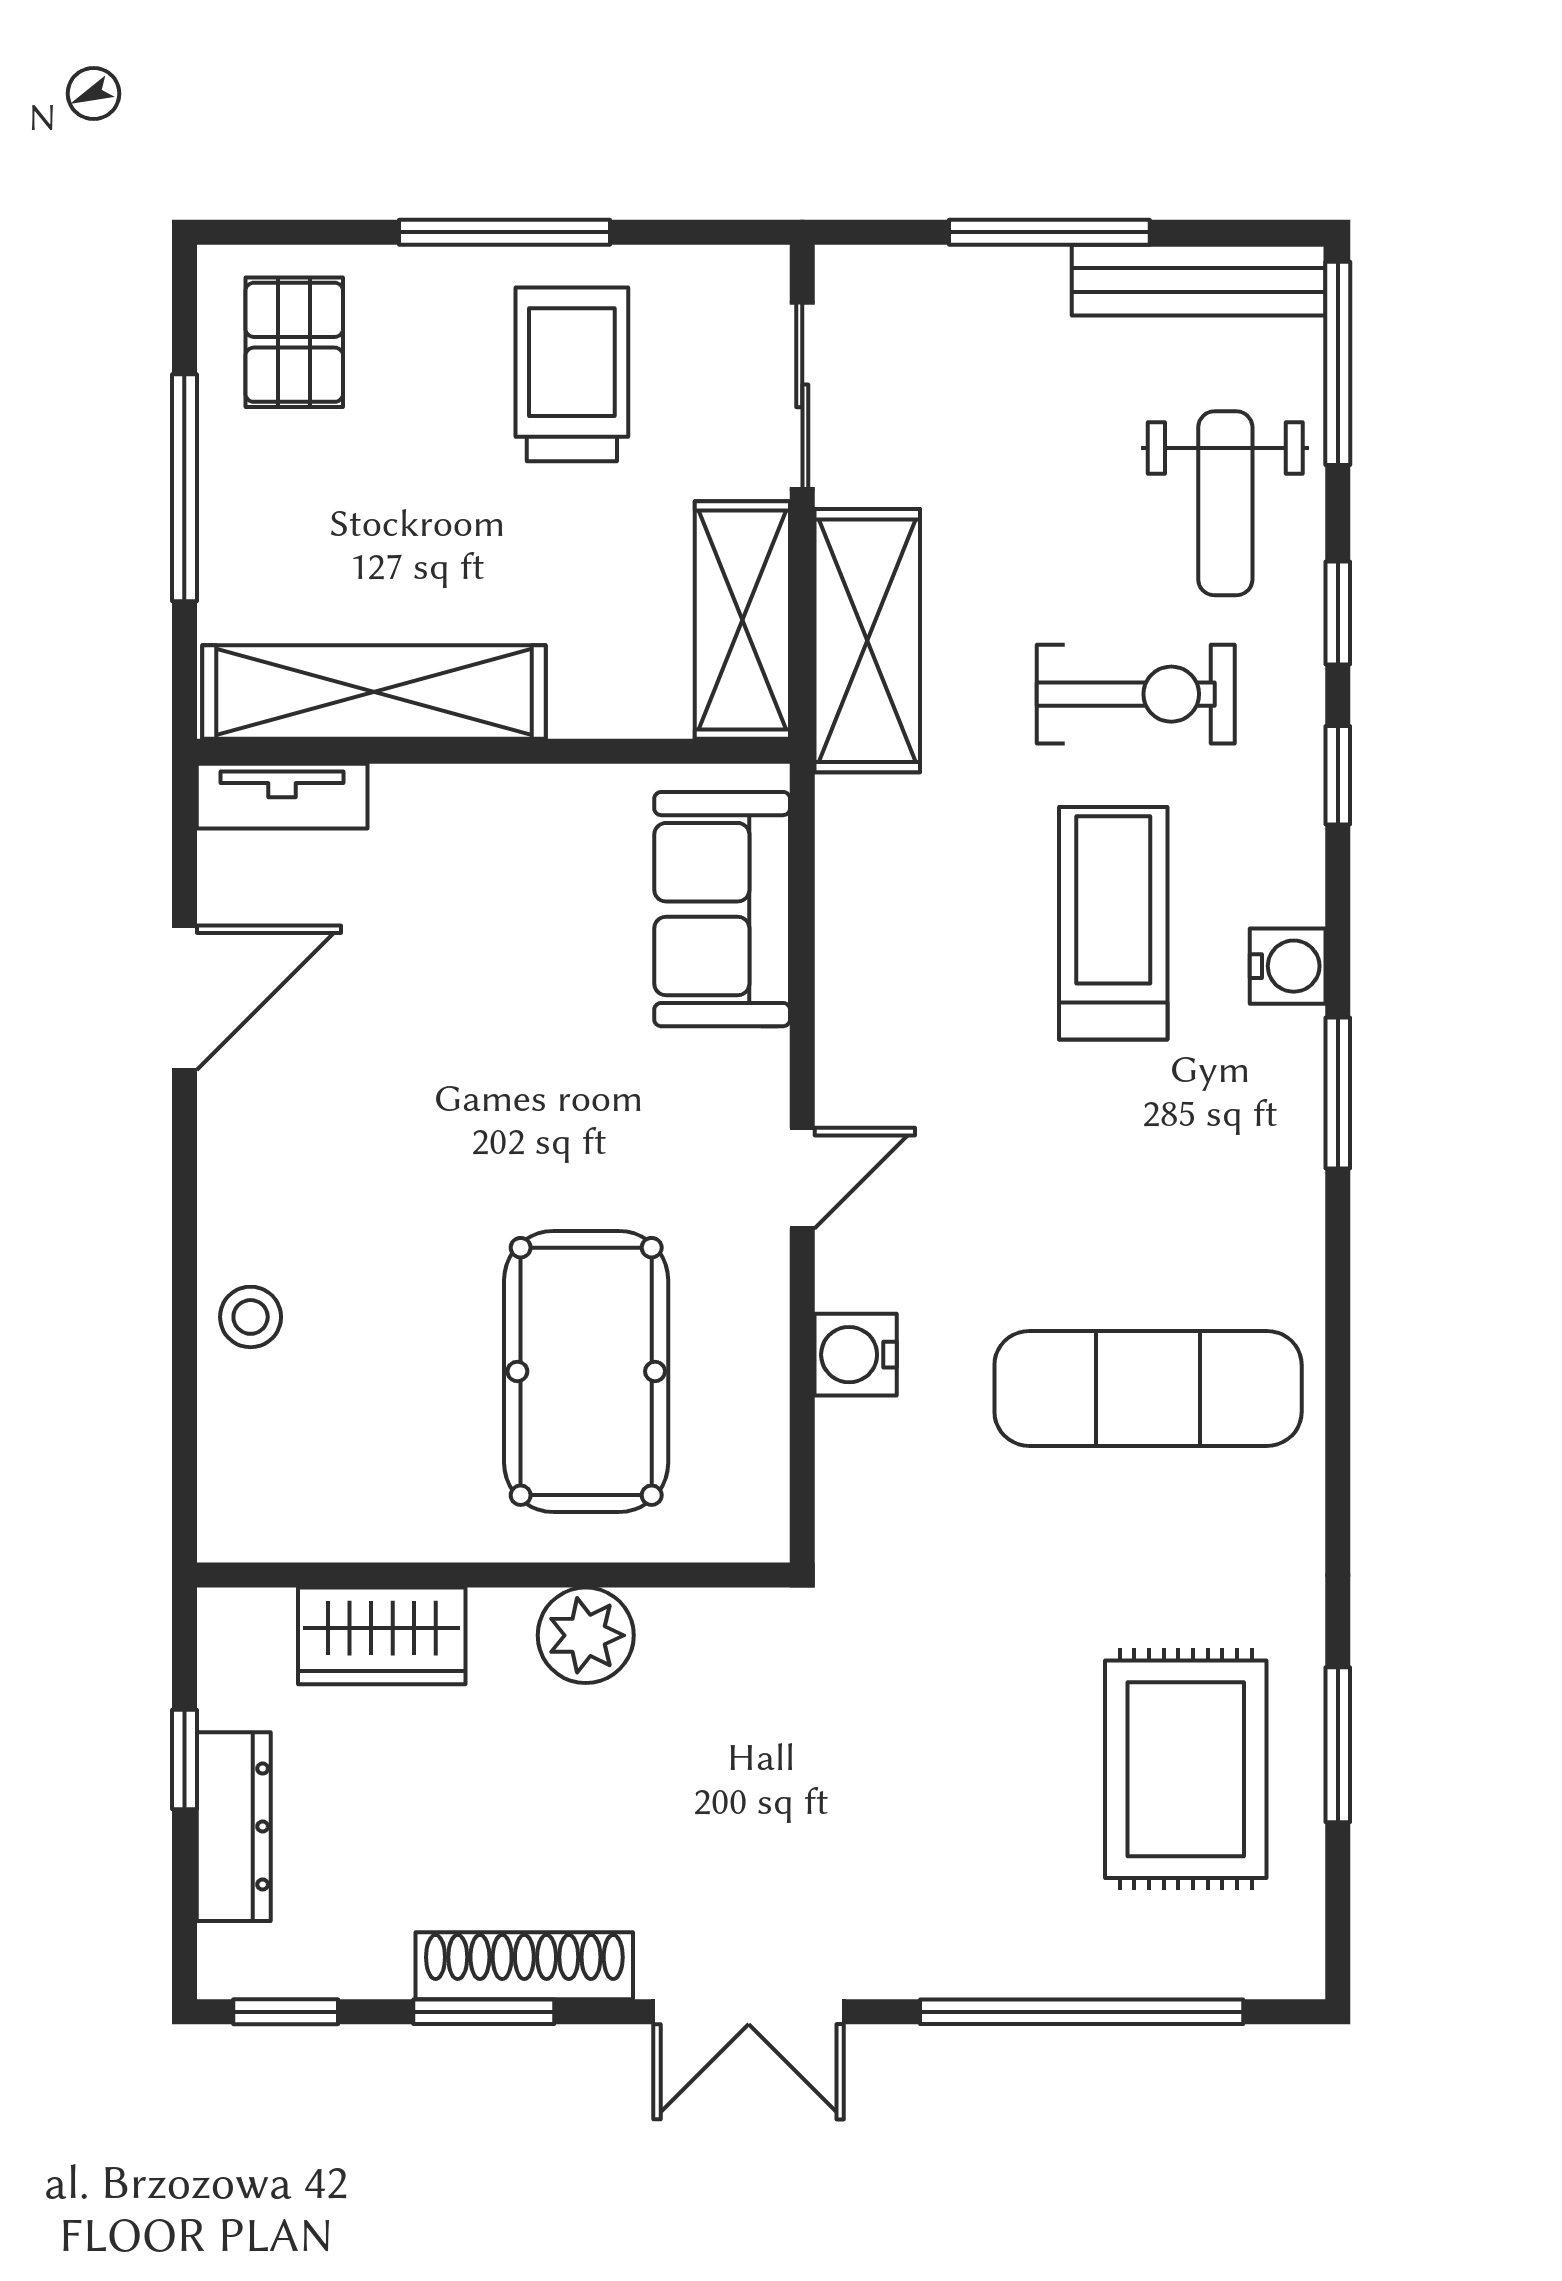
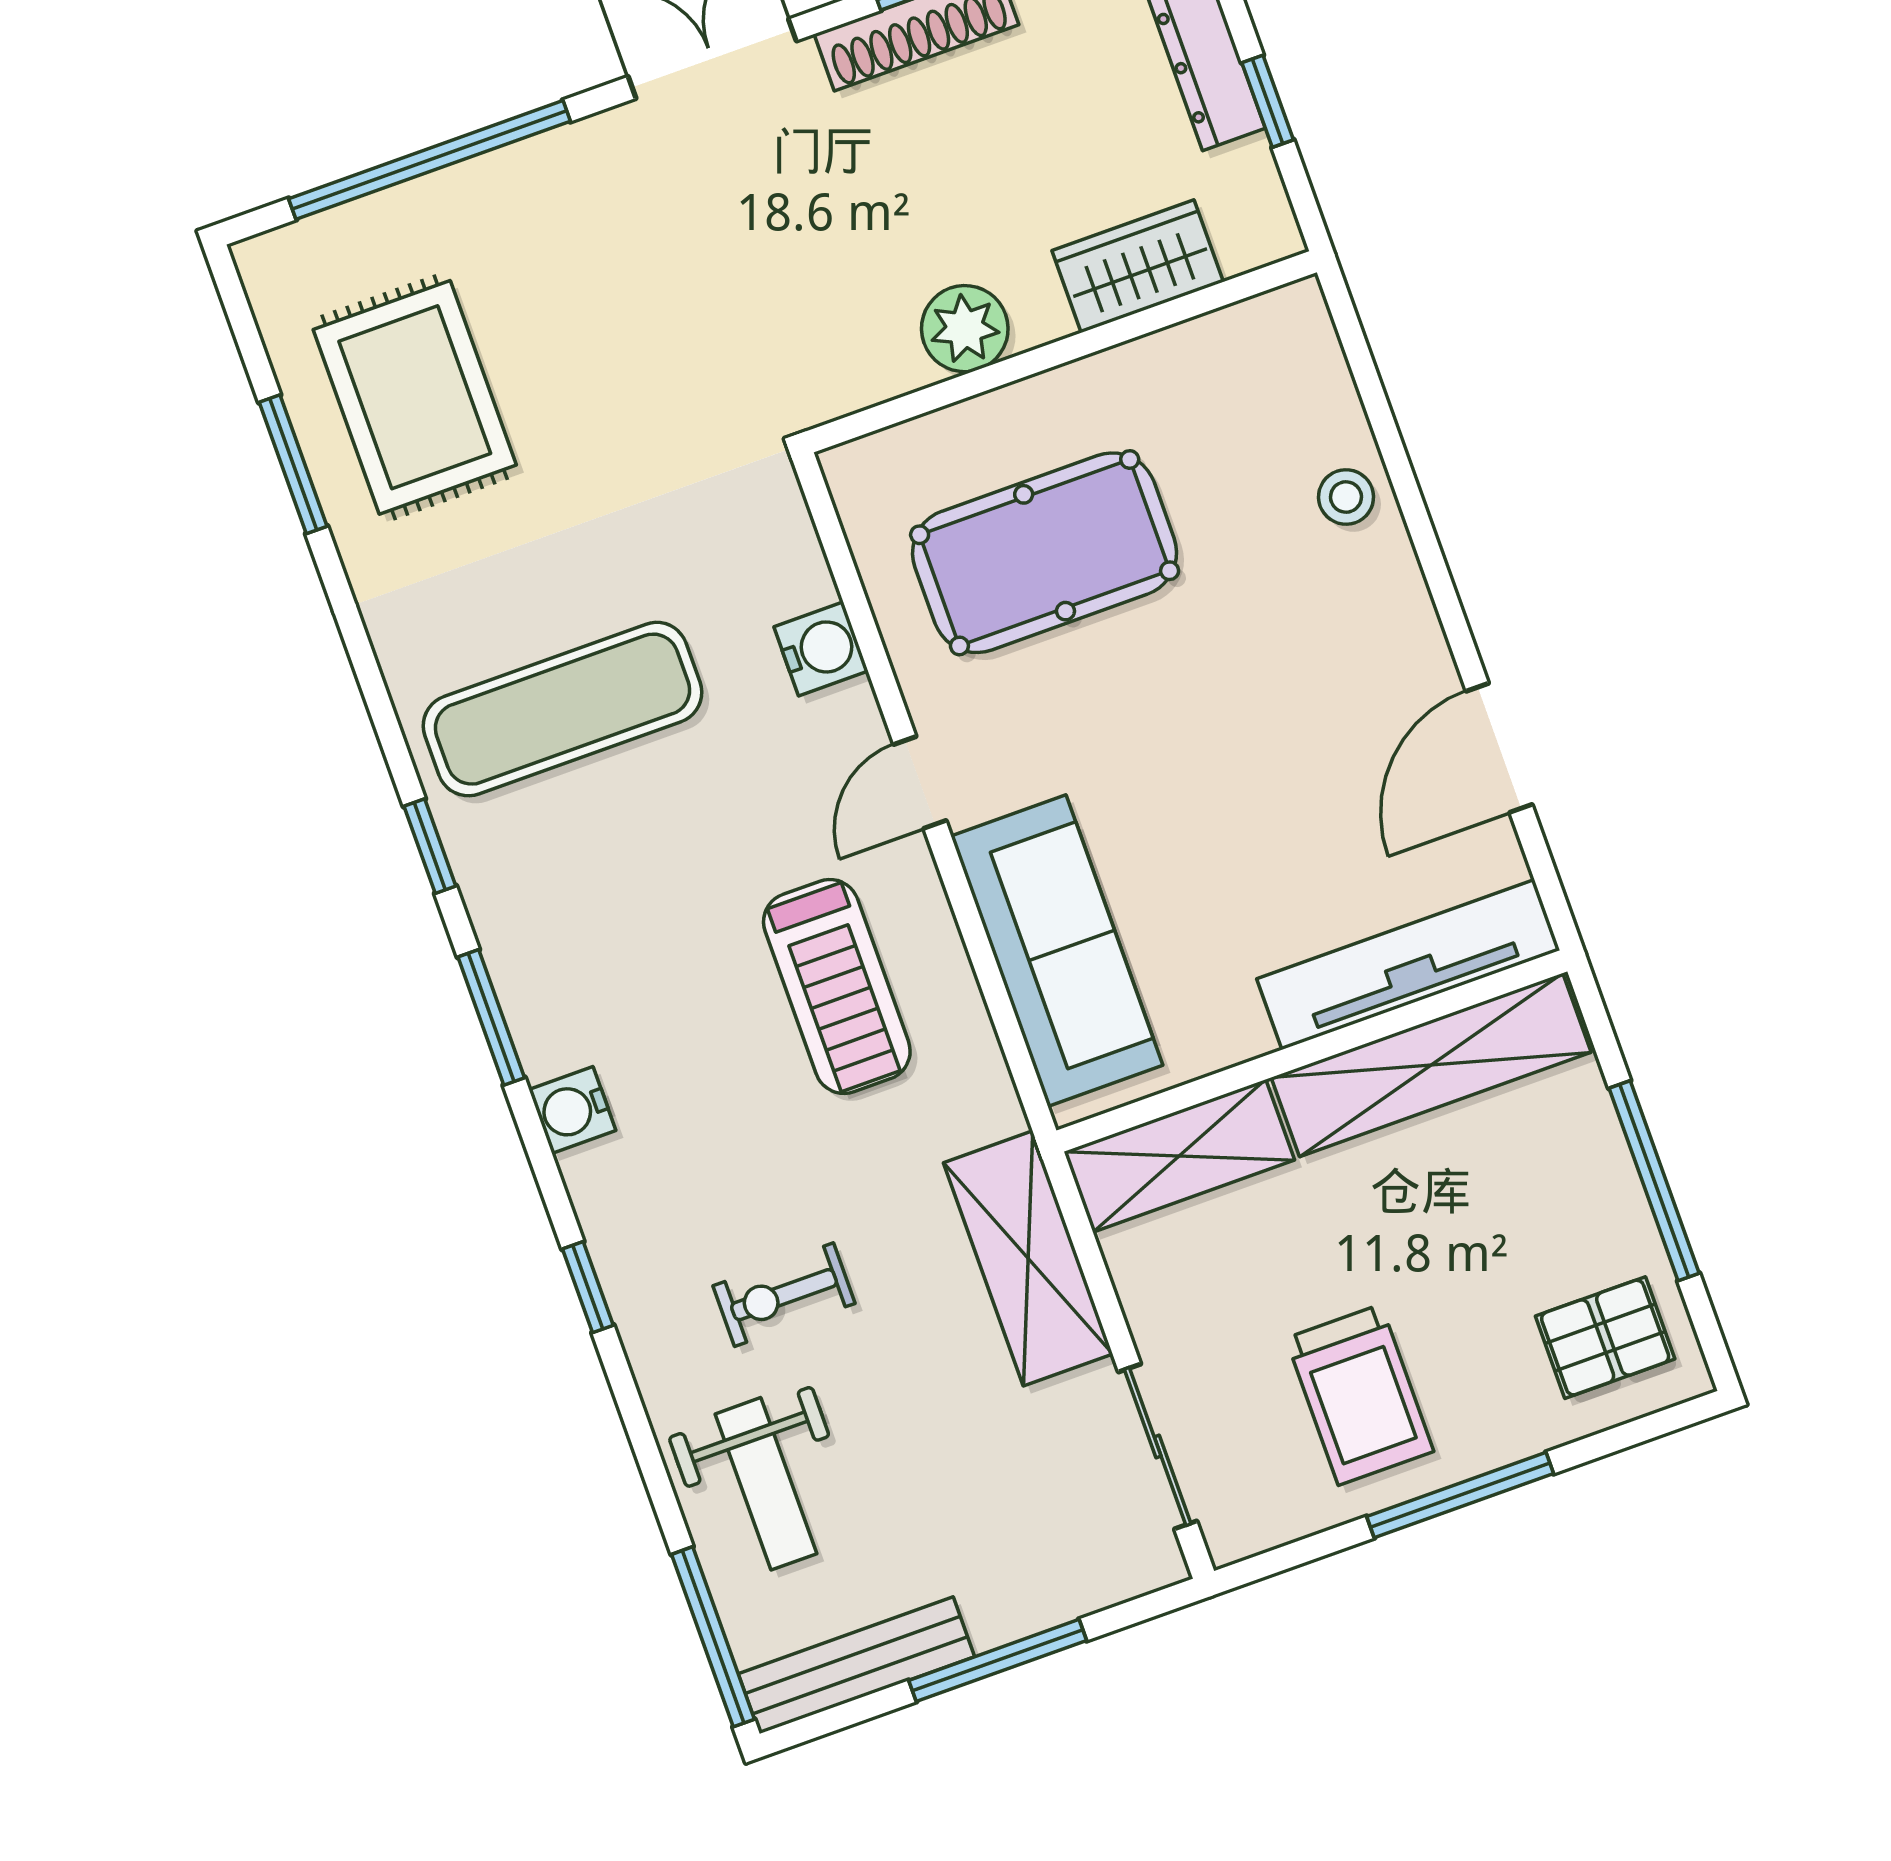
pallet: (294, 342) -> (1605, 1338), turned 90
weight bench: (1225, 503) -> (766, 1484), turned 180
window: (1338, 613) -> (430, 846), moved
shelving: (742, 620) -> (1179, 1156), moved, turned 90
exercise bike: (1136, 694) -> (784, 1295), width x0.73, depth x0.72
tv unit: (282, 796) -> (1408, 965), width x1.92, depth x1.29
sofa: (722, 909) -> (1057, 951), width x1.36
treadmill: (1113, 923) -> (837, 986), moved
pool table: (586, 1371) -> (1045, 553), turned 90

